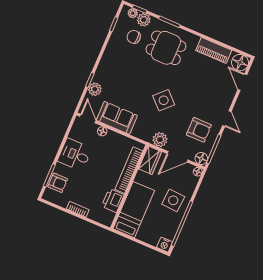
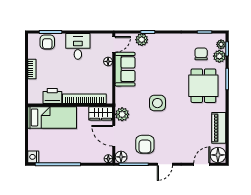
side table: (164, 100) -> (157, 103), turned 45
side table: (173, 200) -> (75, 148), removed

